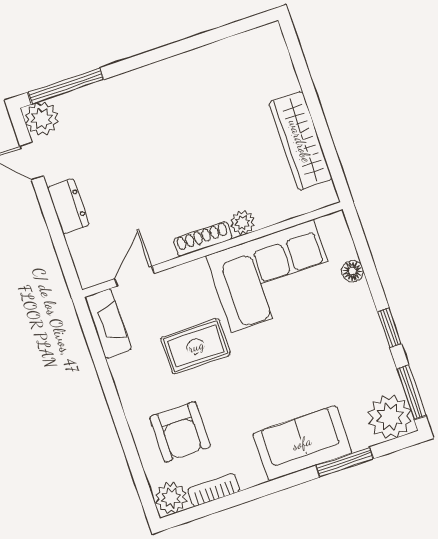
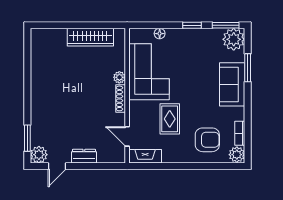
window: (66, 86) -> (27, 138), width x0.69

